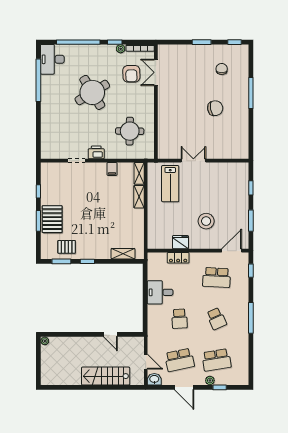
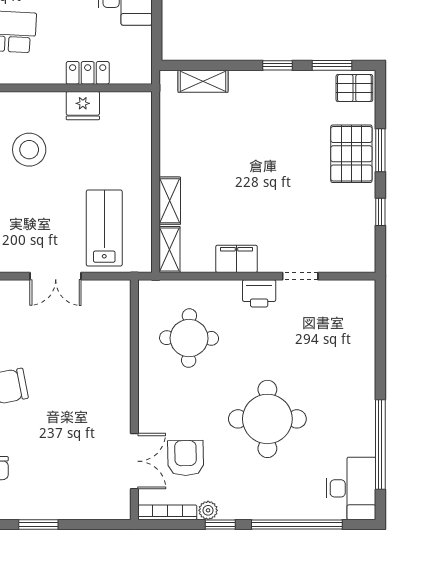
round table: (92, 92) -> (267, 419), turned 31
filing cabinet: (112, 169) -> (237, 259), width x2.00
pallet: (67, 247) -> (354, 88), moved

